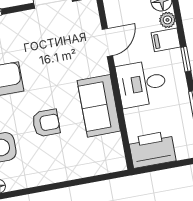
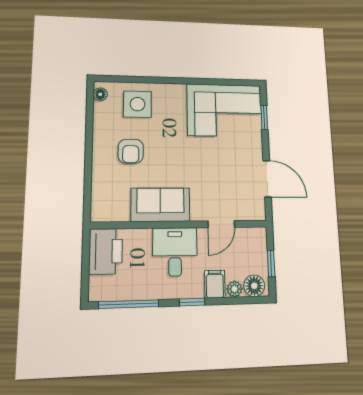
door: (107, 42) -> (221, 224), hinge flipped
armchair: (46, 123) -> (131, 151), moved

